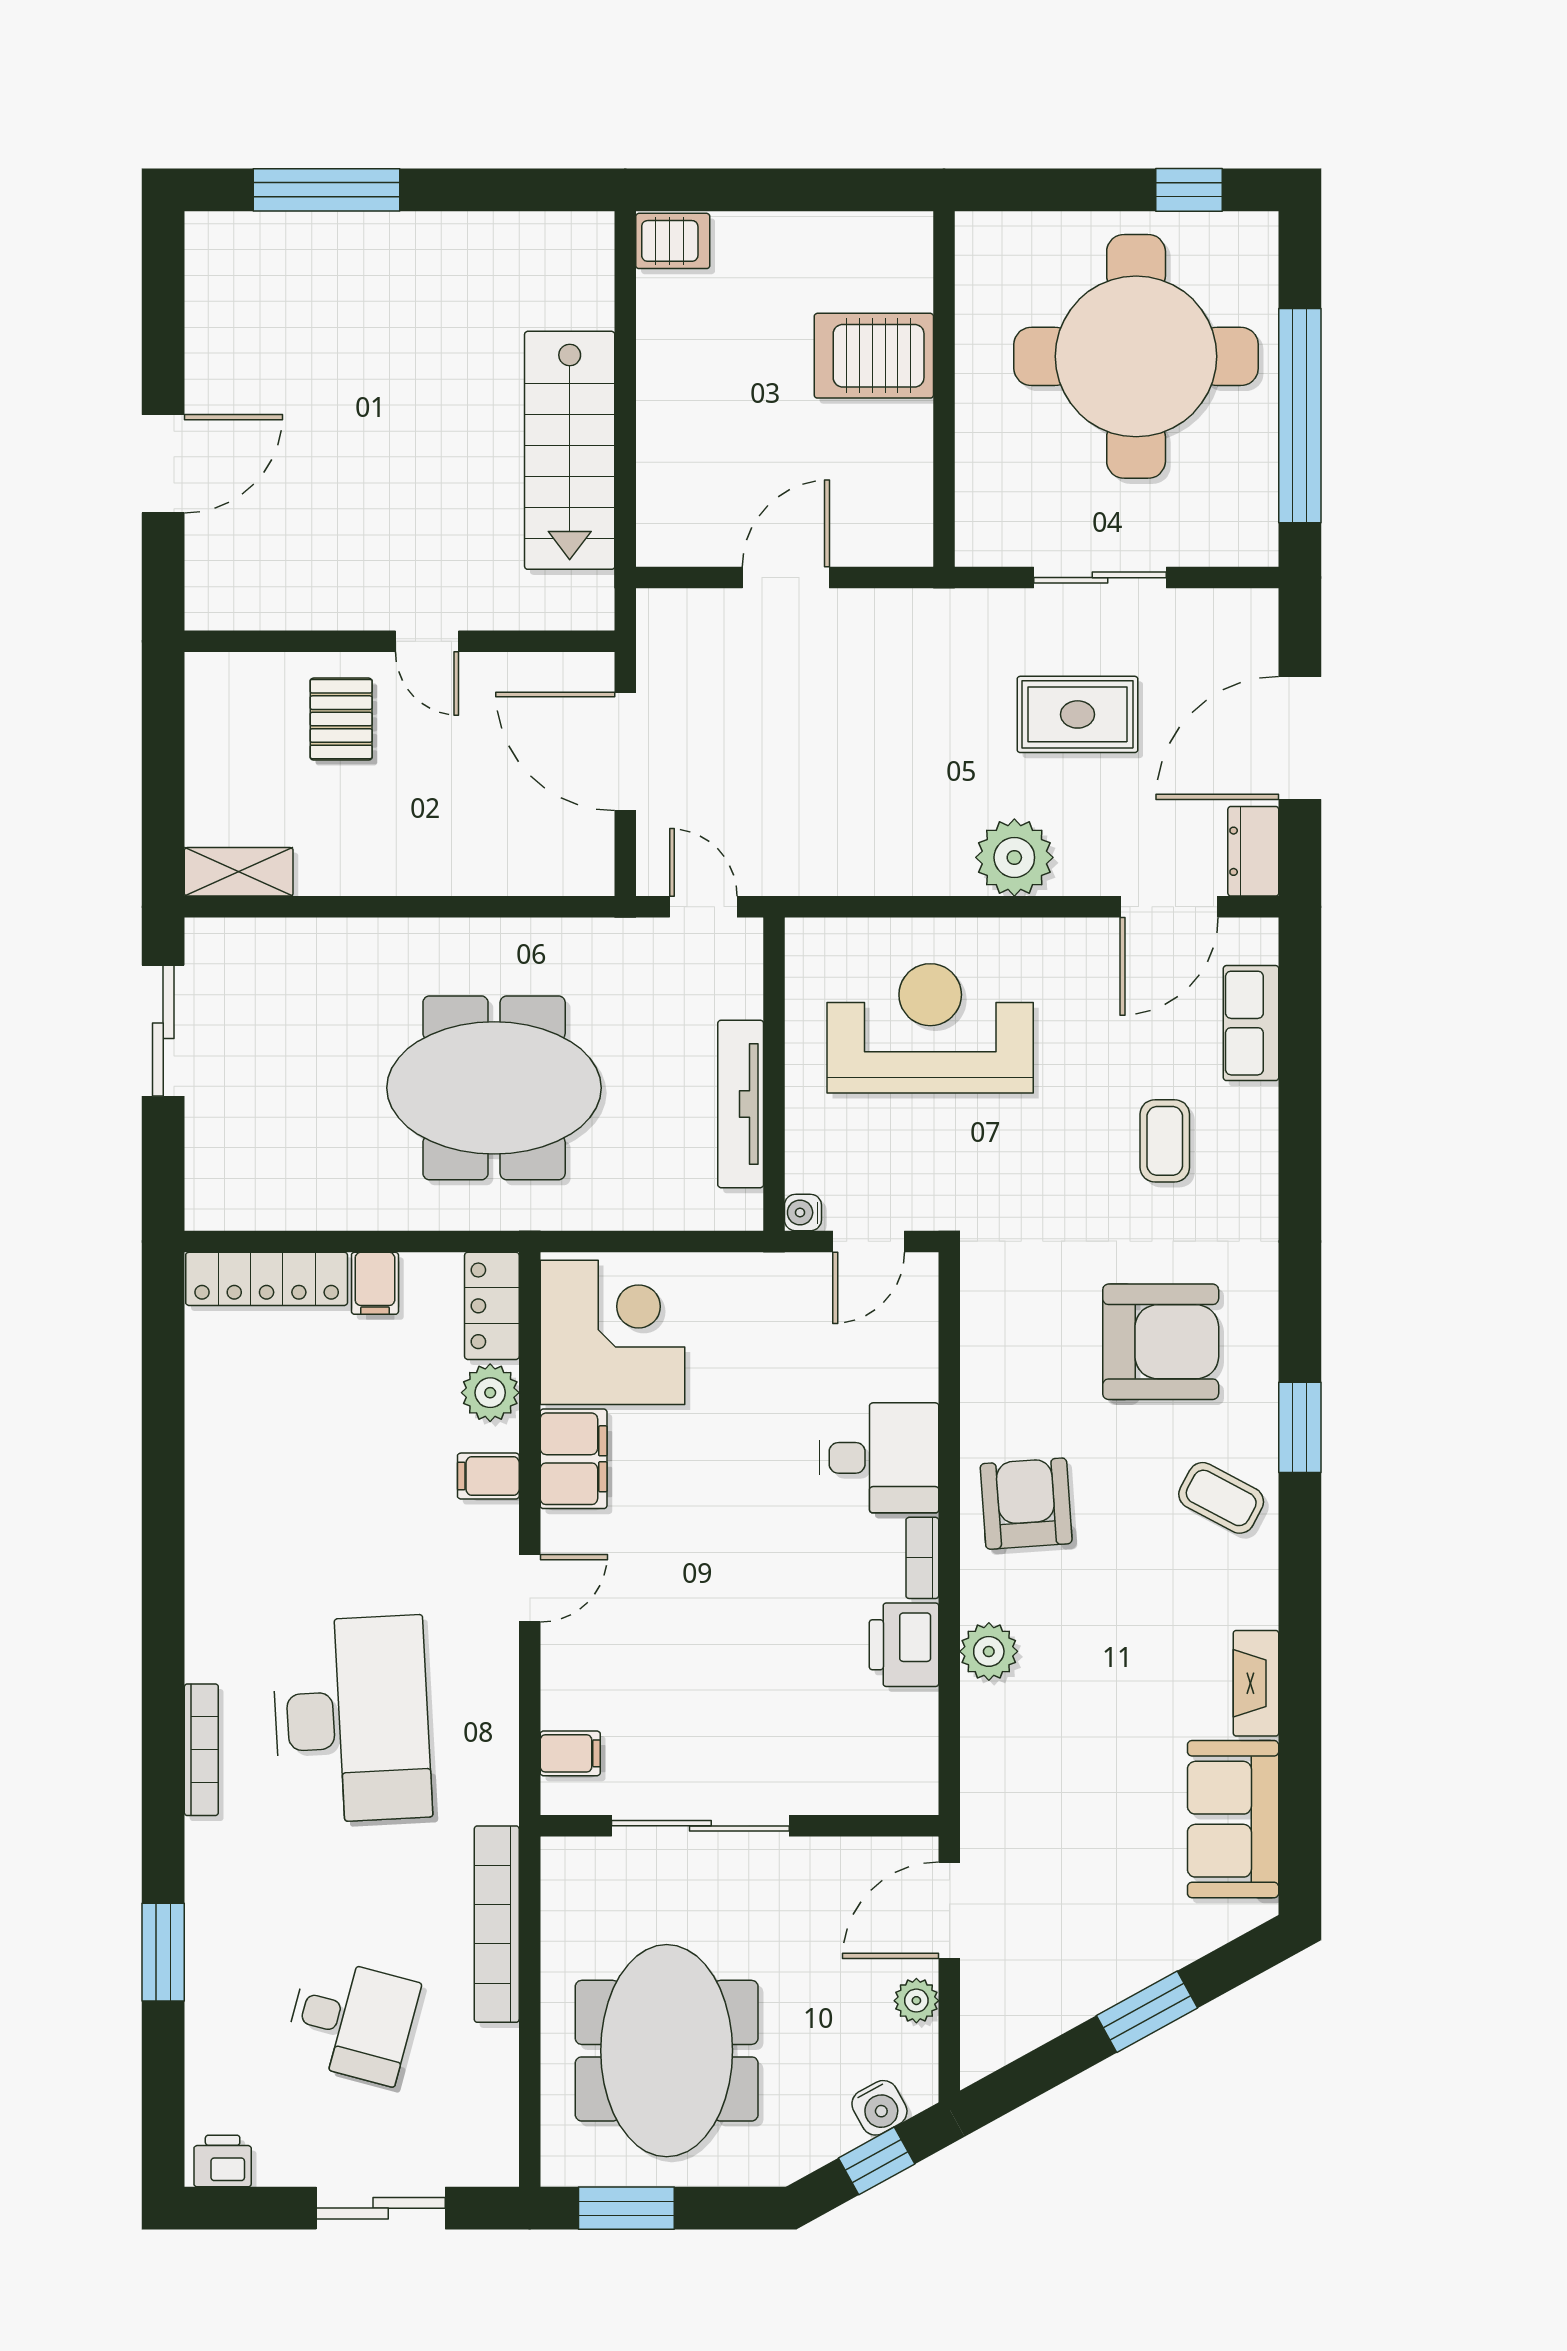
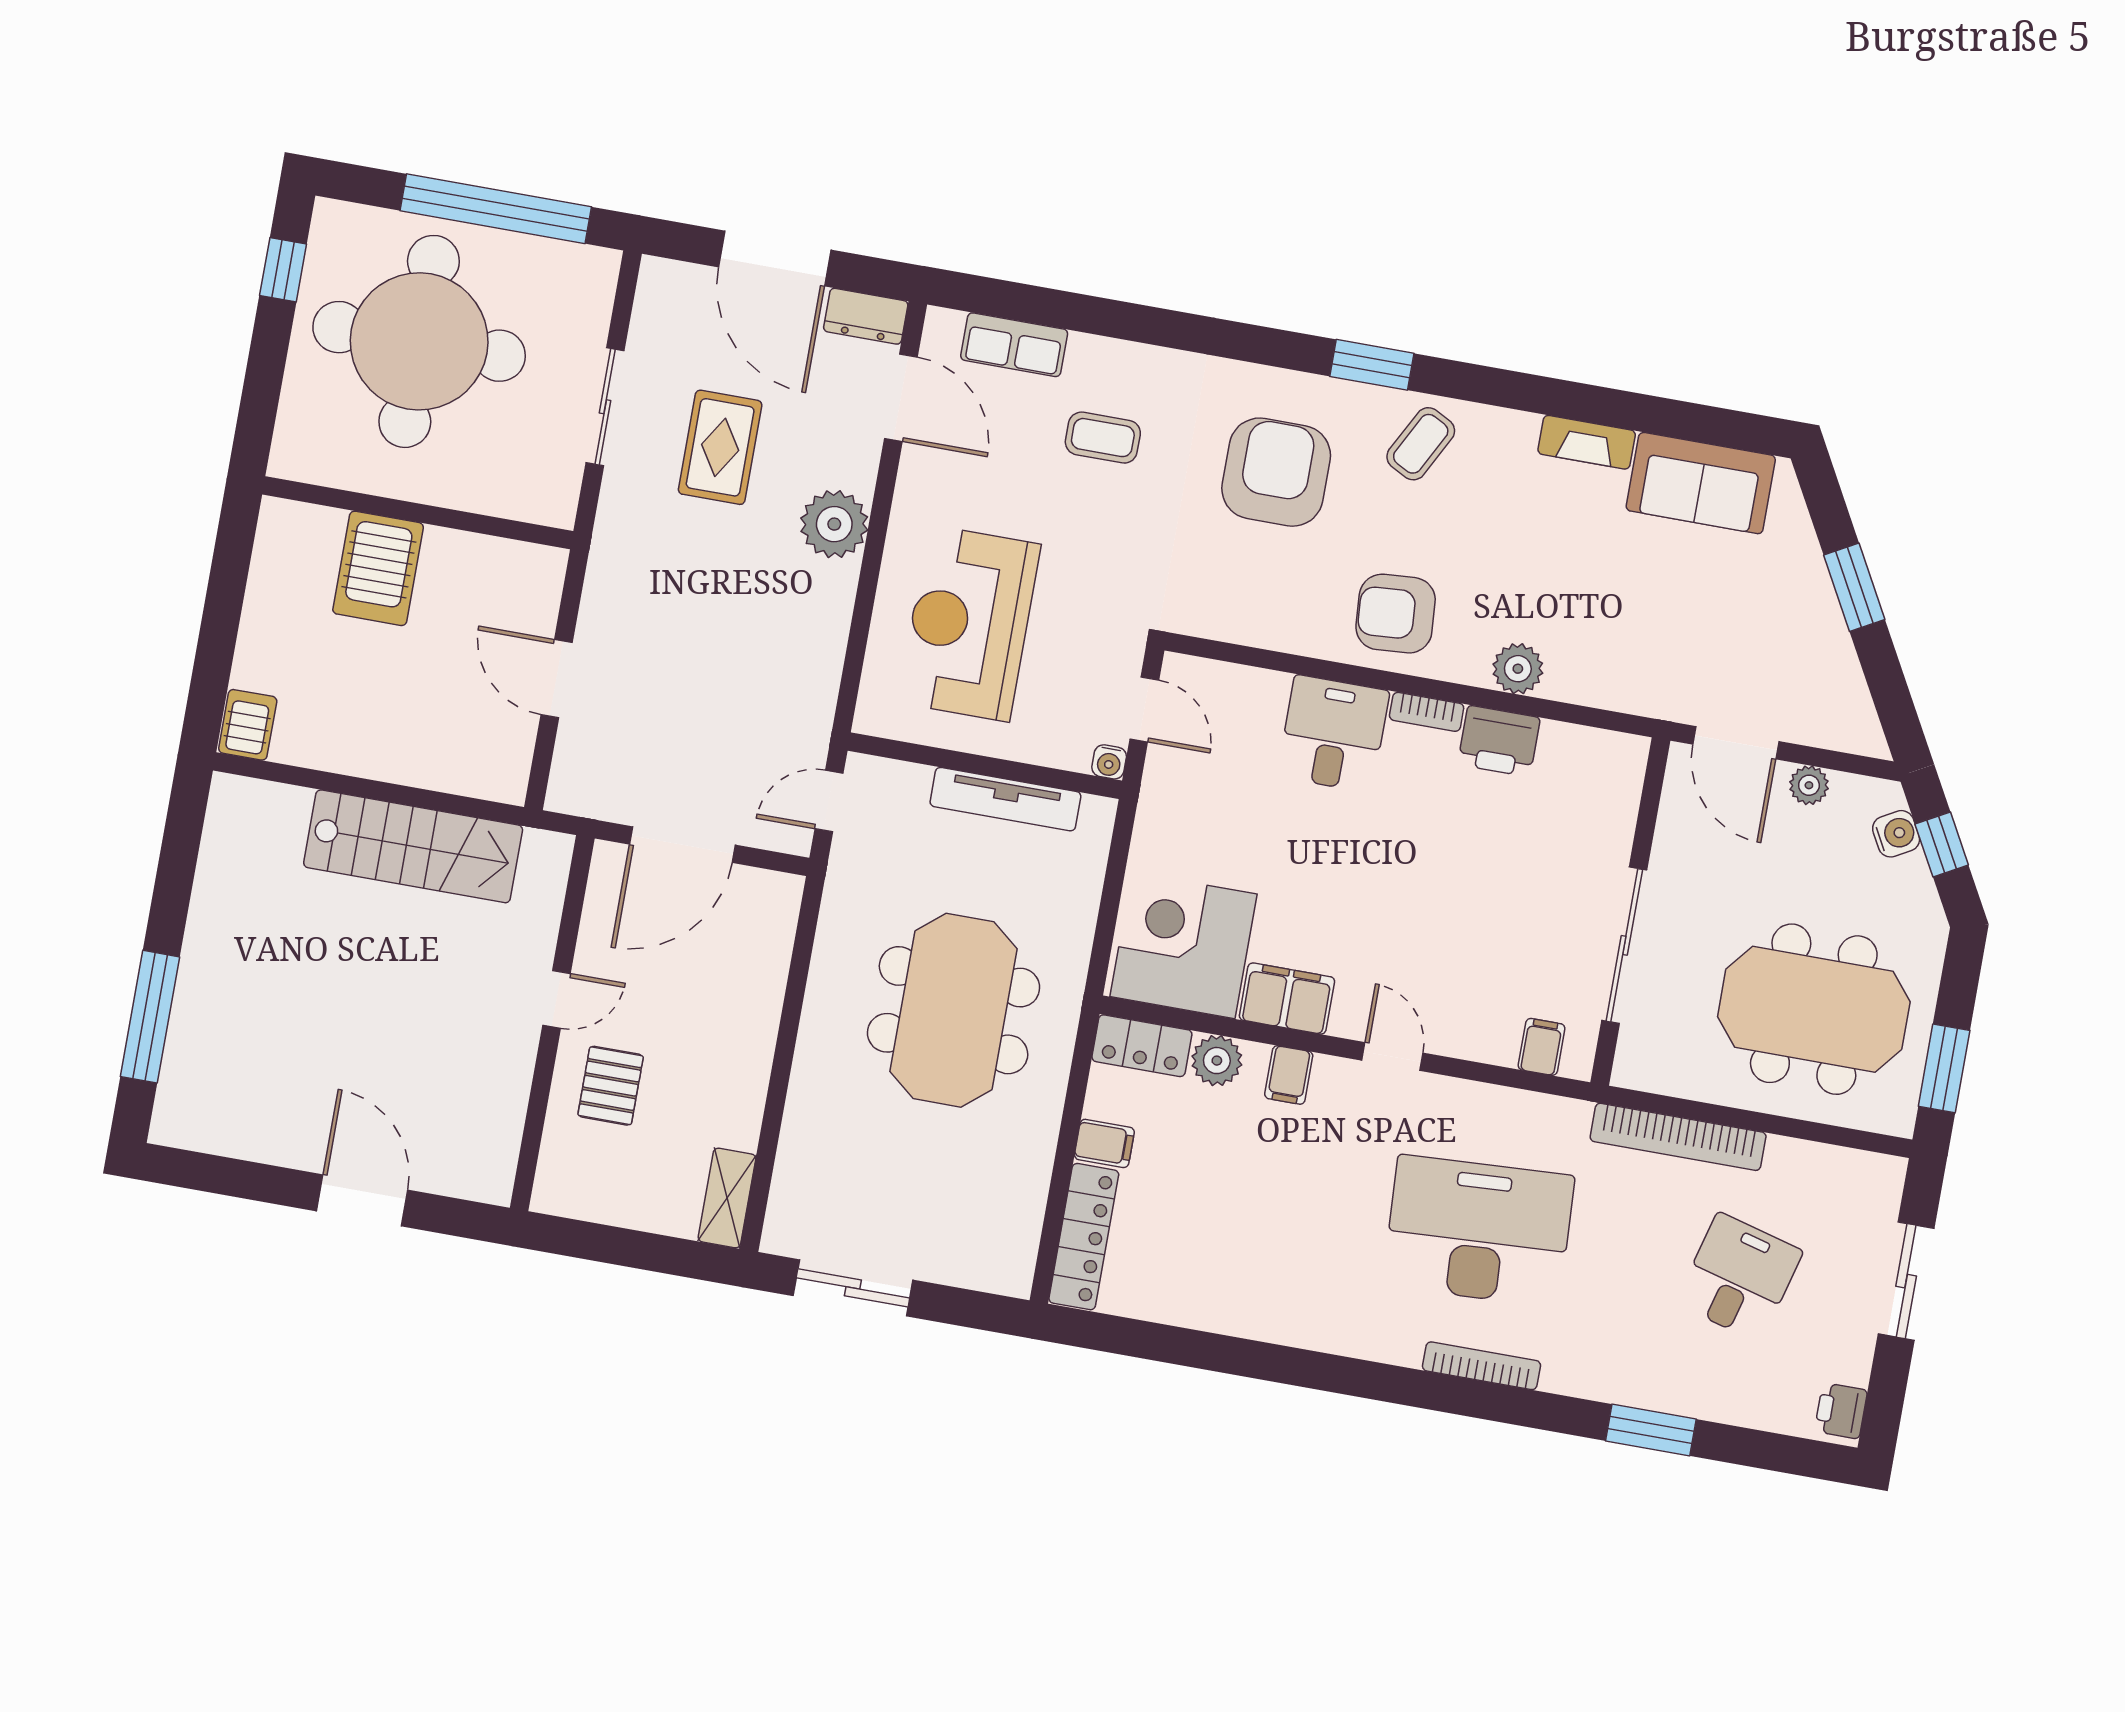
pallet: (341, 719) -> (611, 1086), turned 90

